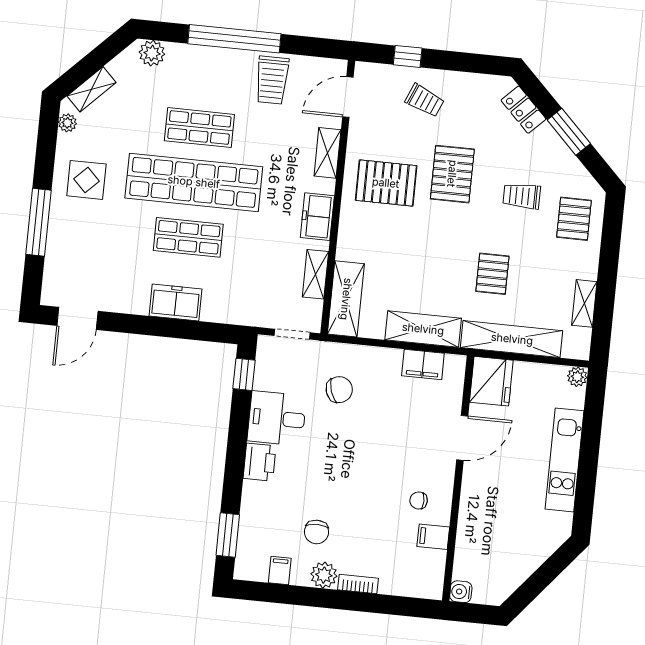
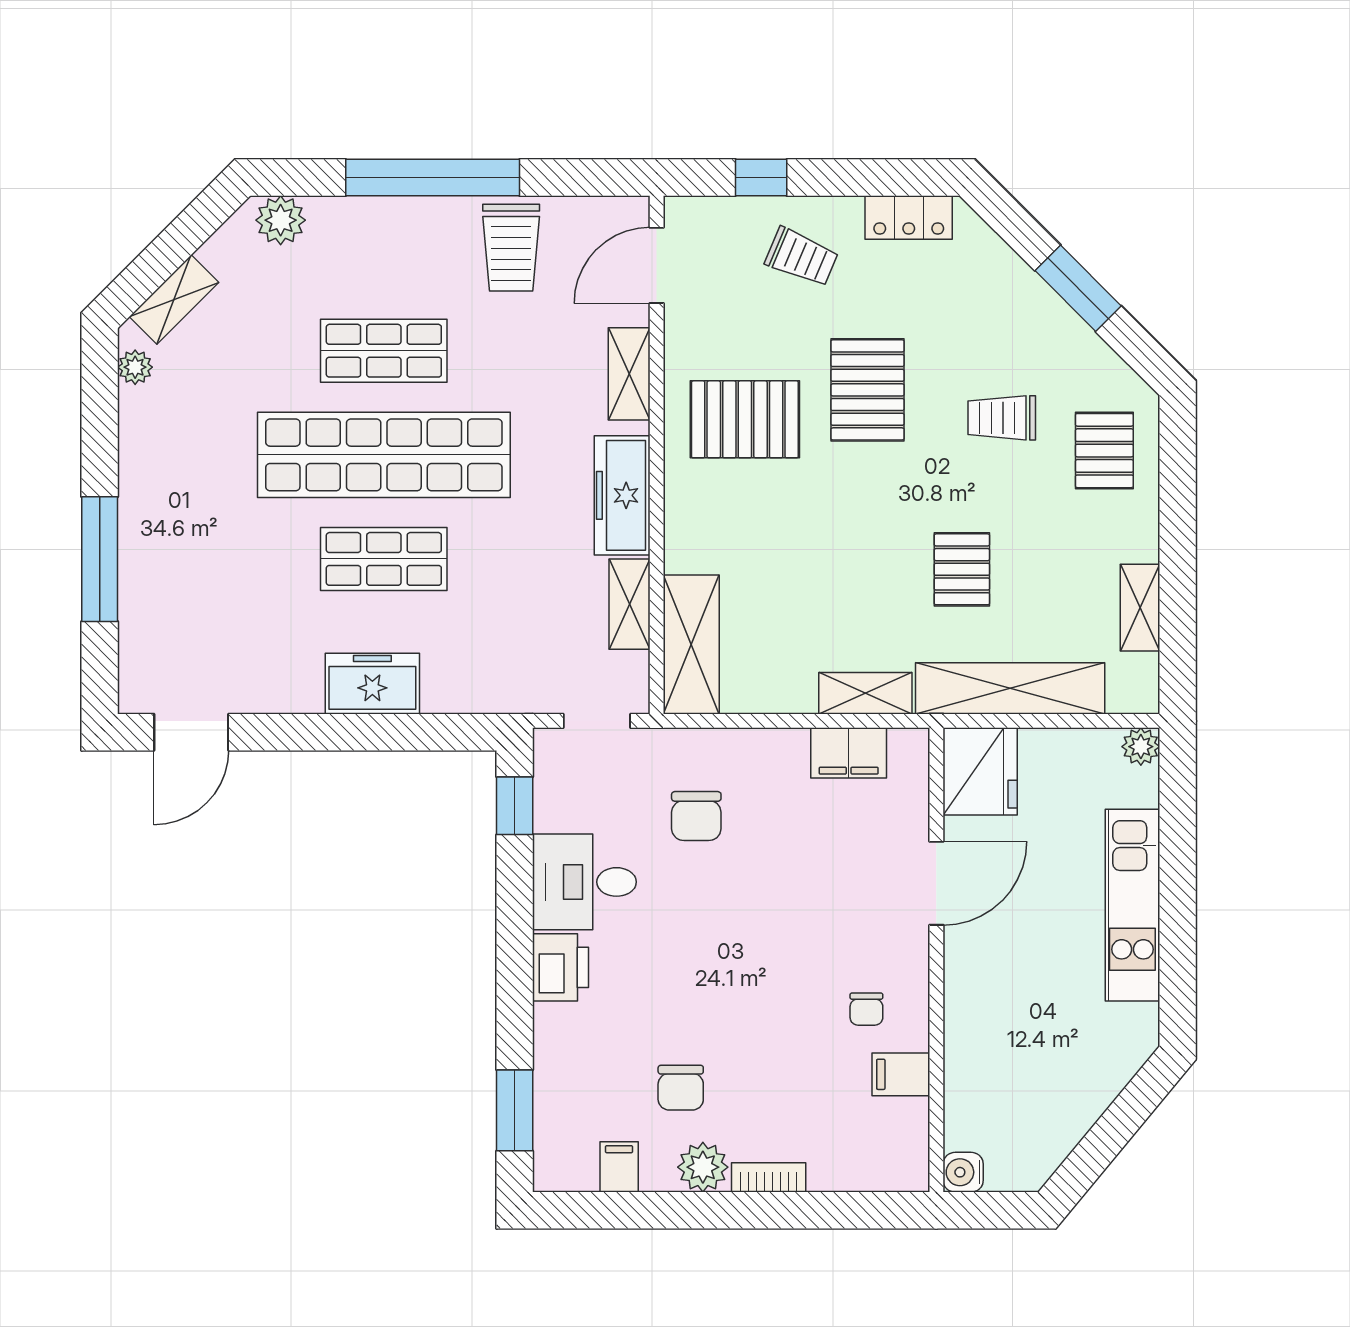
locker: (523, 110) -> (909, 217), moved, turned -45
display table: (86, 180) -> (182, 471), removed
freezer: (317, 217) -> (622, 495), width x1.40
shelving: (423, 329) -> (865, 693), width x0.67, depth x0.75
chair: (339, 390) -> (696, 816), turned 109
chair: (419, 500) -> (866, 1009), turned -90

